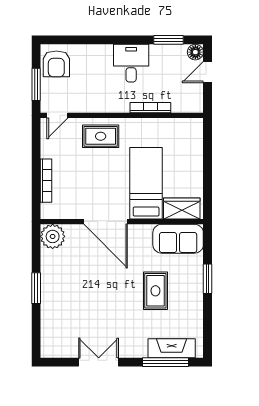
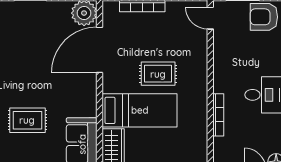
rug: (101, 136) -> (158, 74), moved, turned 90
door: (106, 222) -> (99, 50), moved

